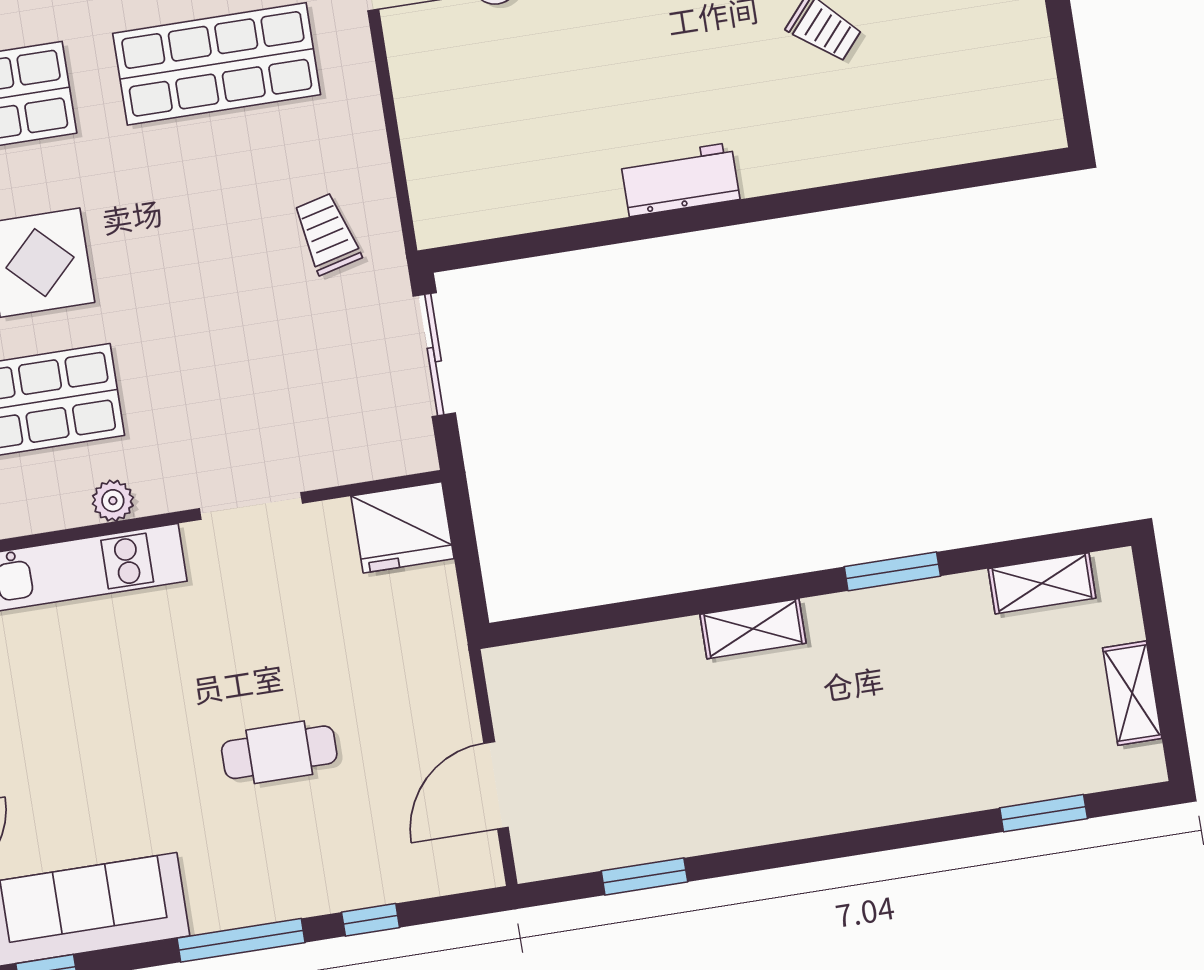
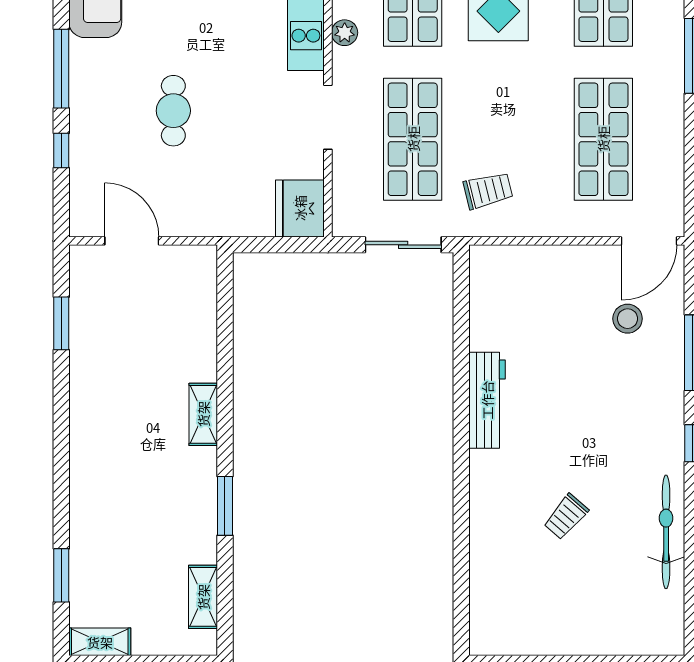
workbench: (680, 180) -> (487, 400), width x1.38
shop shelf: (265, 366) -> (413, 139), added
shelving: (1132, 693) -> (100, 642), moved

